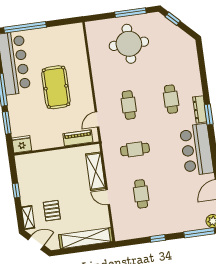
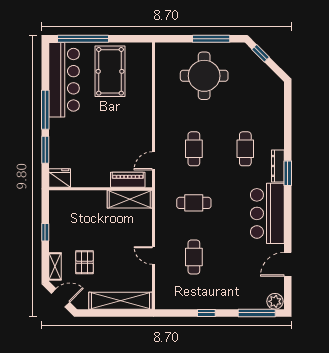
pool table: (56, 87) -> (110, 71), moved
shelving: (96, 171) -> (130, 199), moved, turned 90

